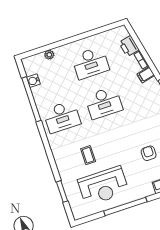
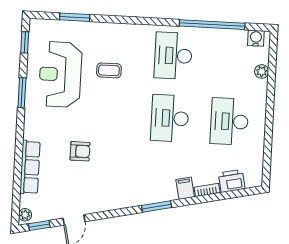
water cooler: (33, 81) -> (256, 38), moved
window: (125, 206) -> (22, 93), width x0.47
window: (91, 218) -> (25, 42), added

